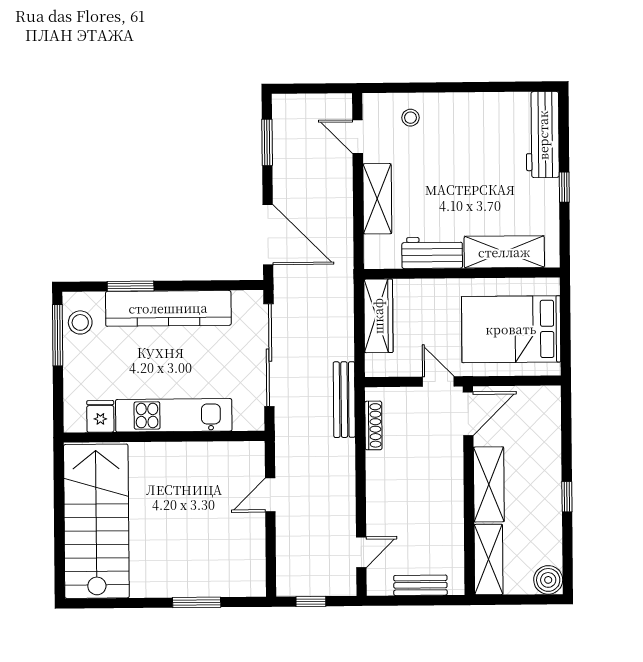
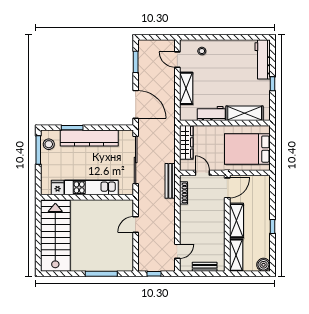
door: (438, 382) -> (202, 173), moved
window: (197, 602) -> (101, 274), width x1.44

